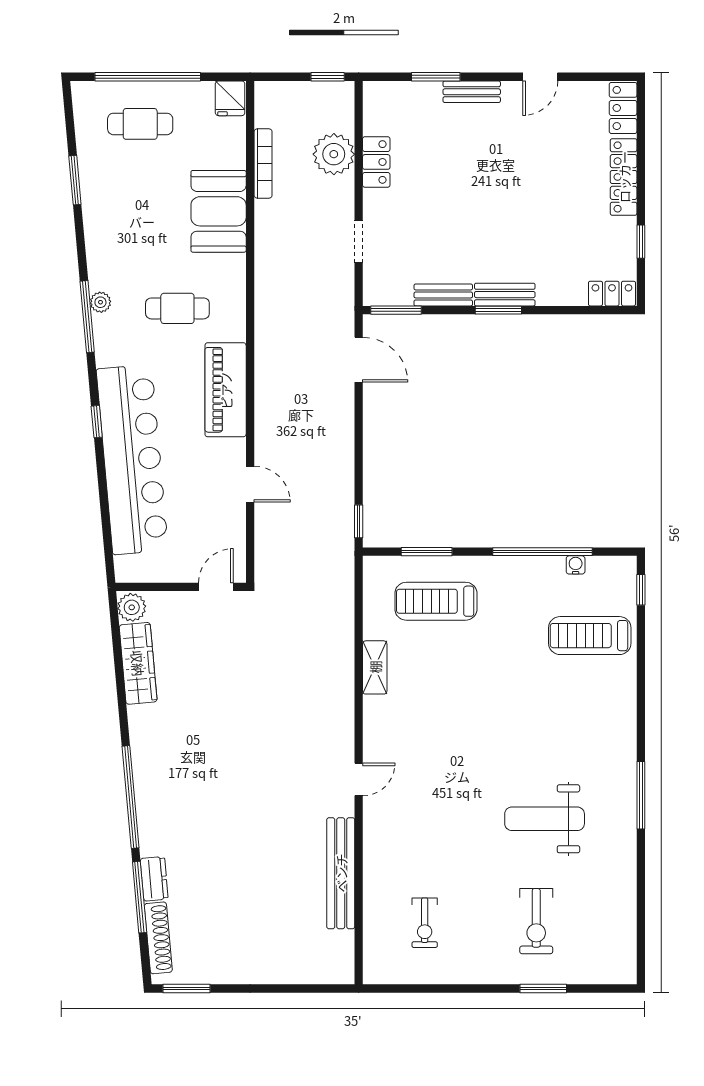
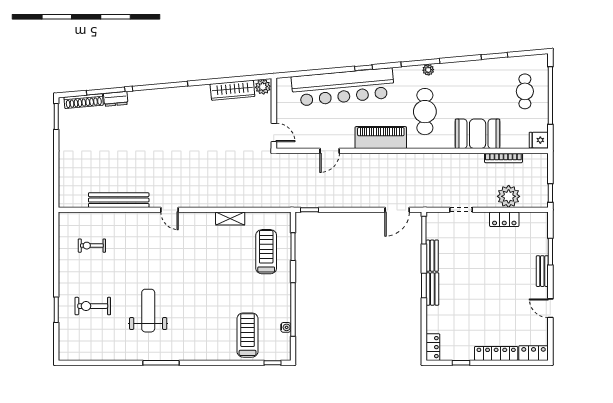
cafe table: (177, 308) -> (425, 112), width x1.37, depth x1.35

